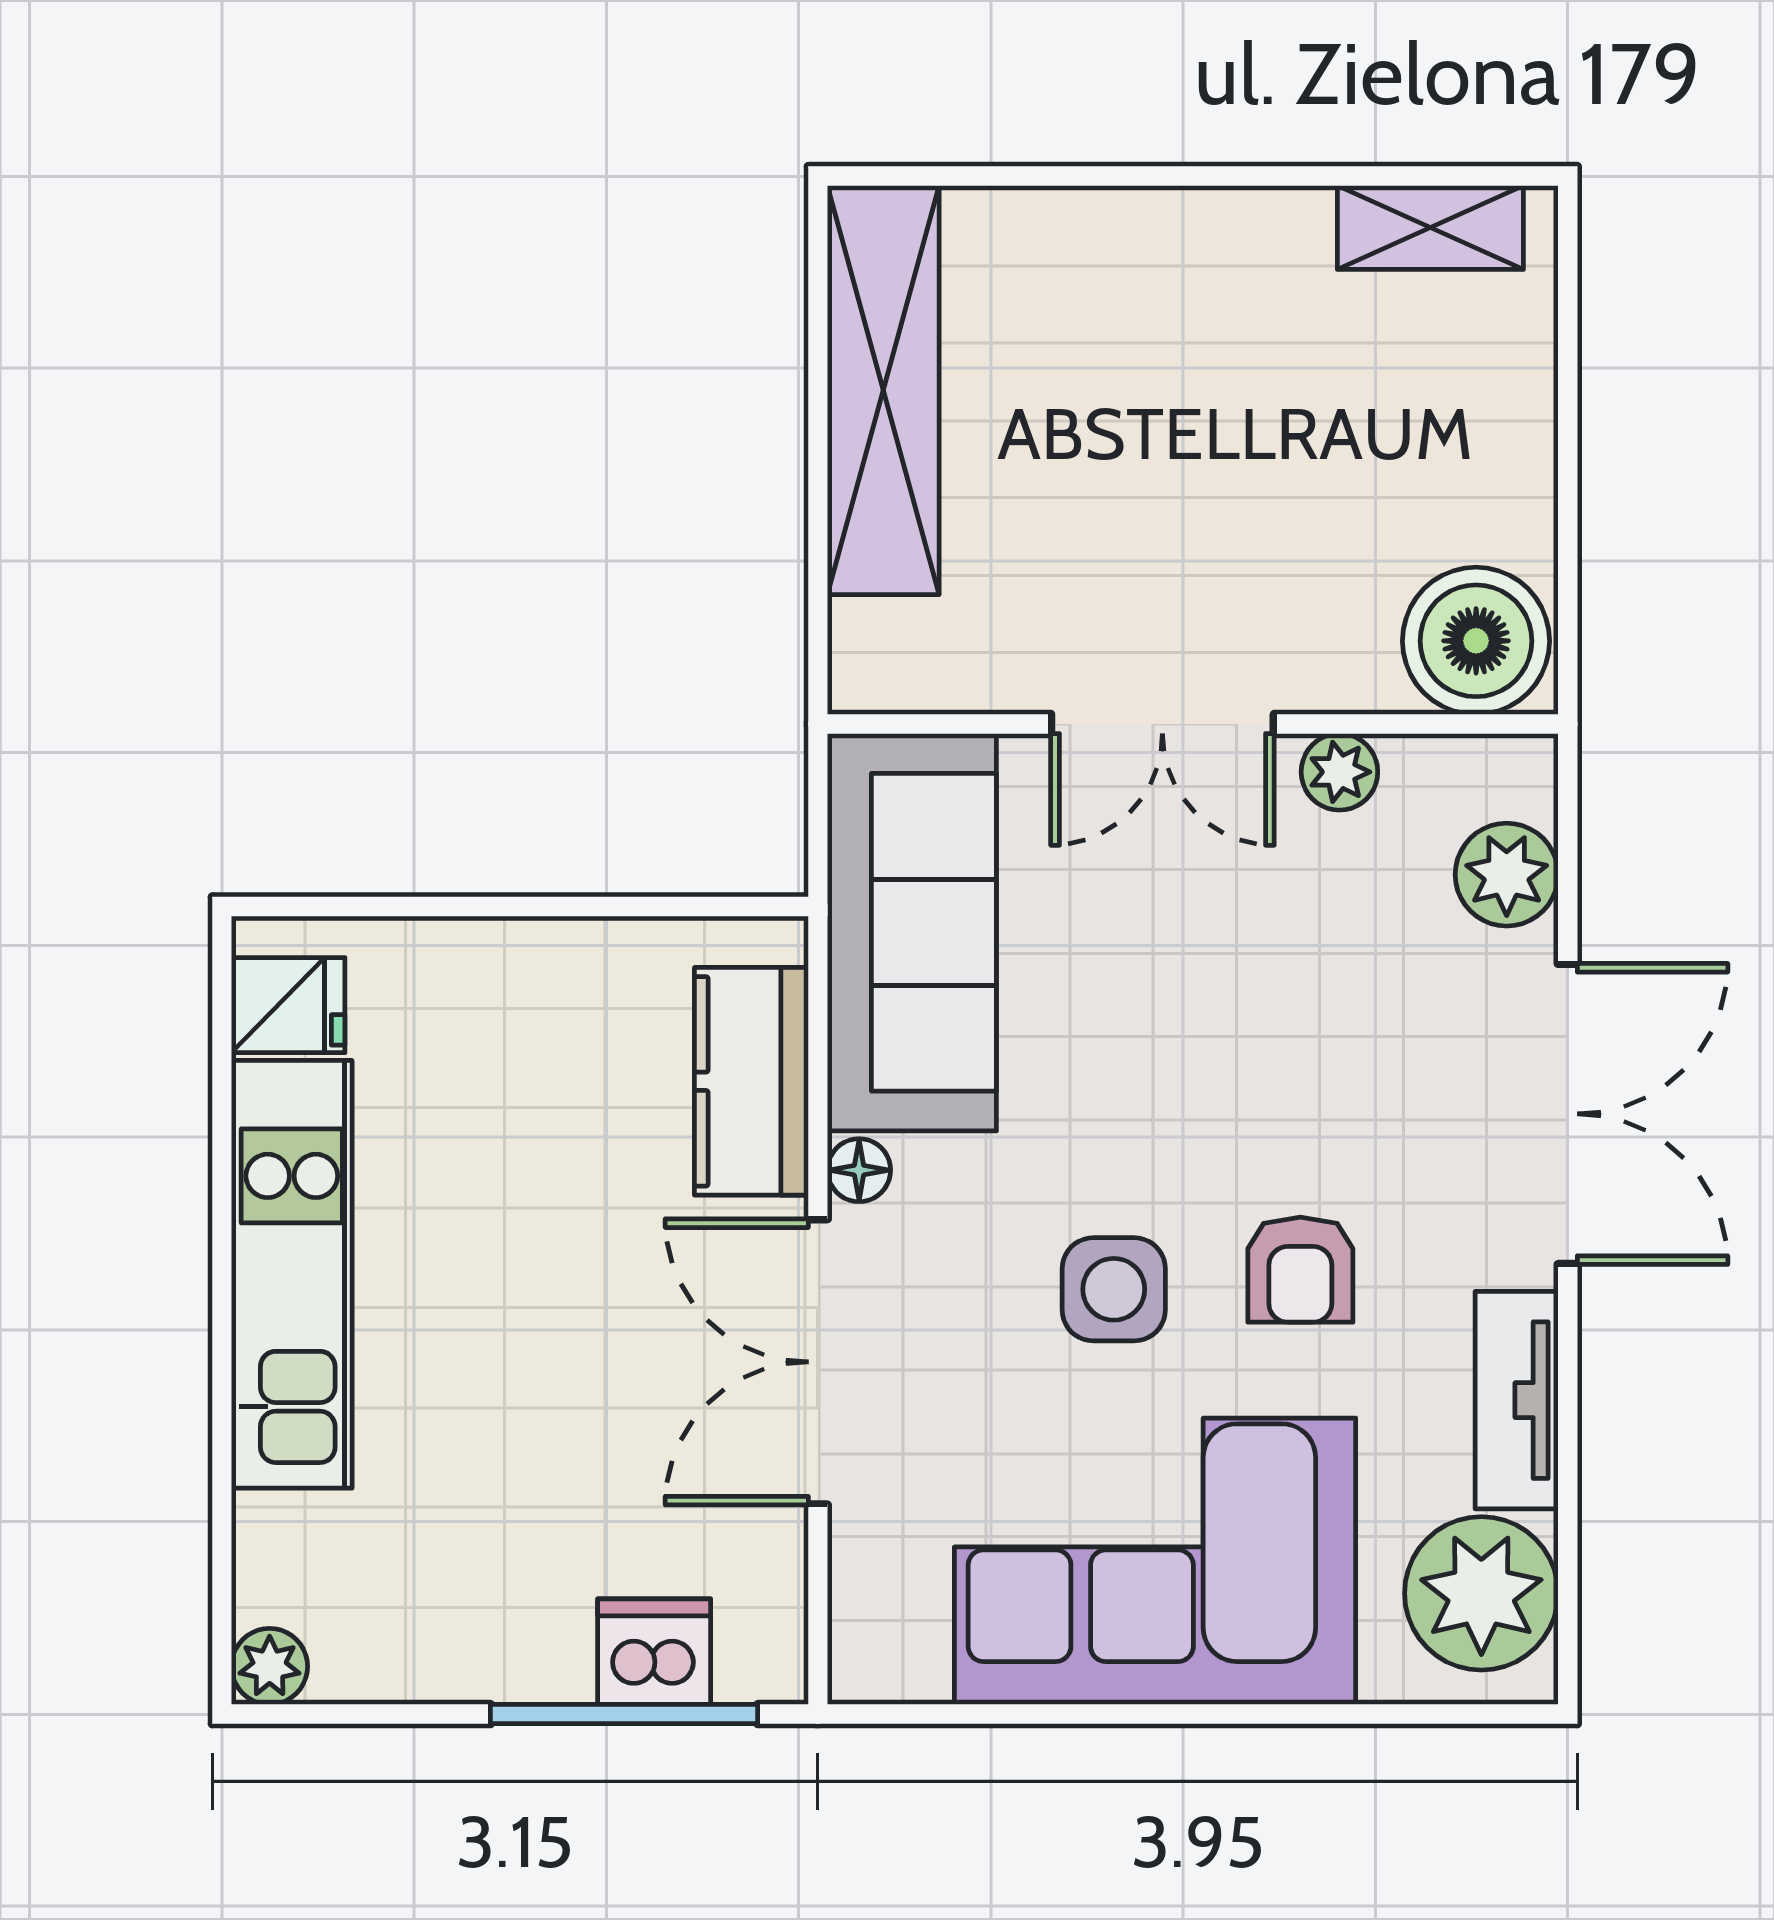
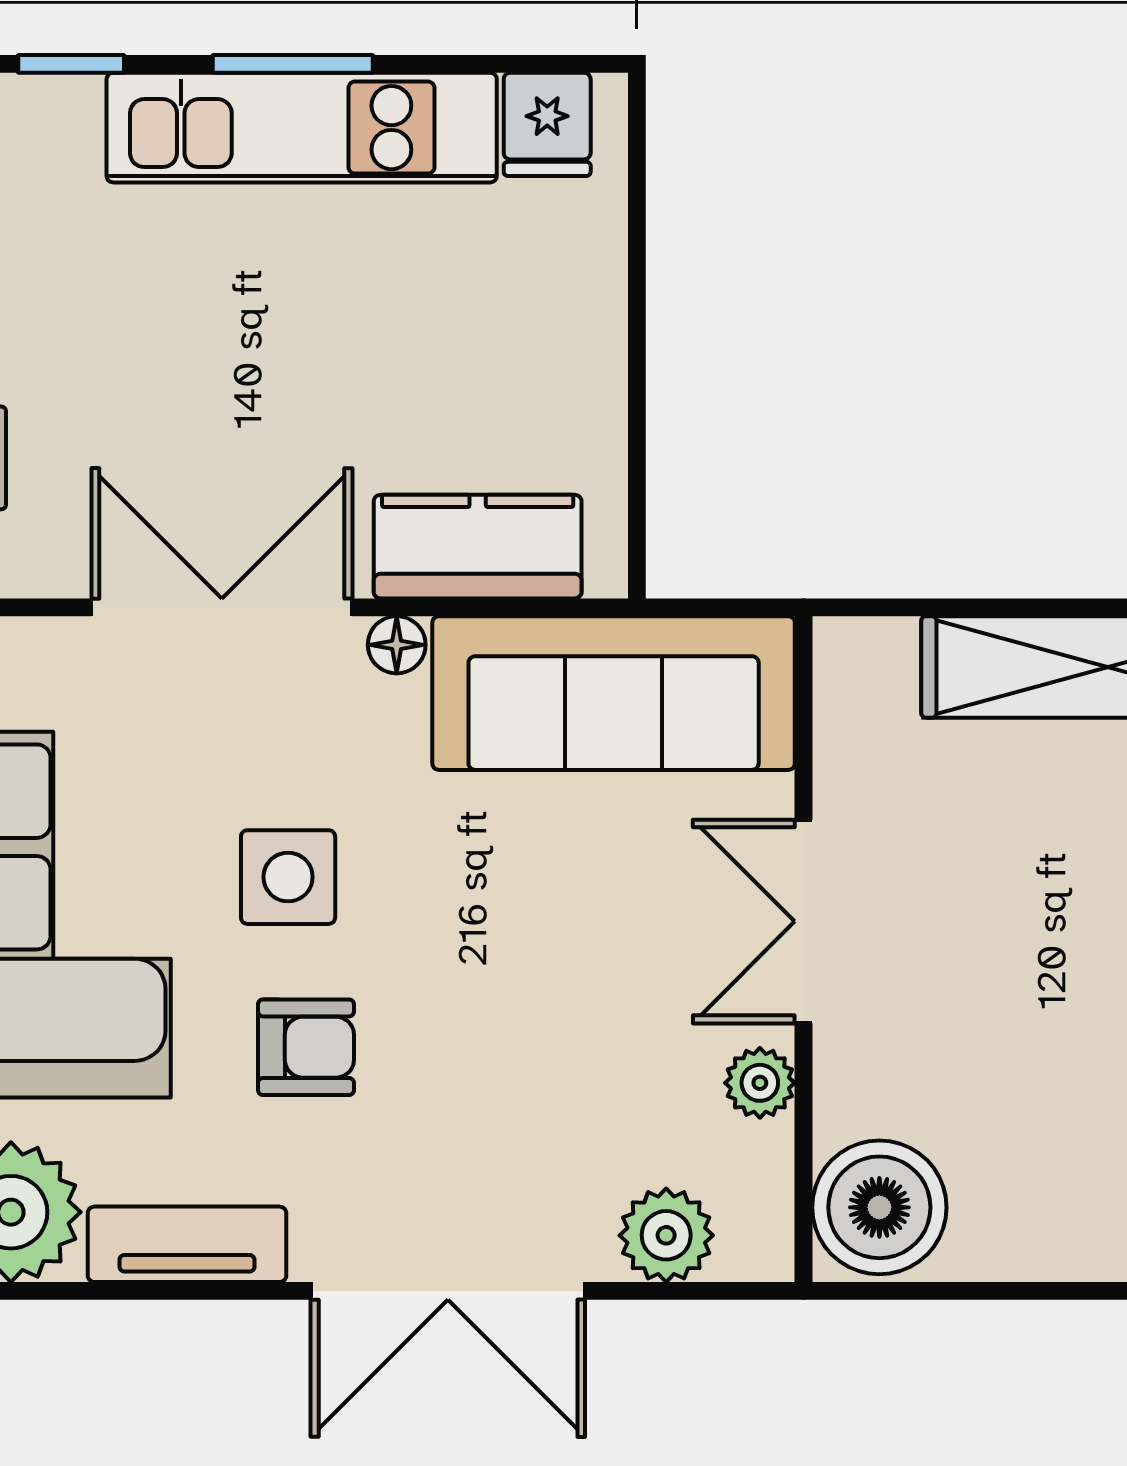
armchair: (1300, 1270) -> (306, 1047), turned 180
window: (222, 1284) -> (293, 64), added
window: (222, 1527) -> (71, 64), added

